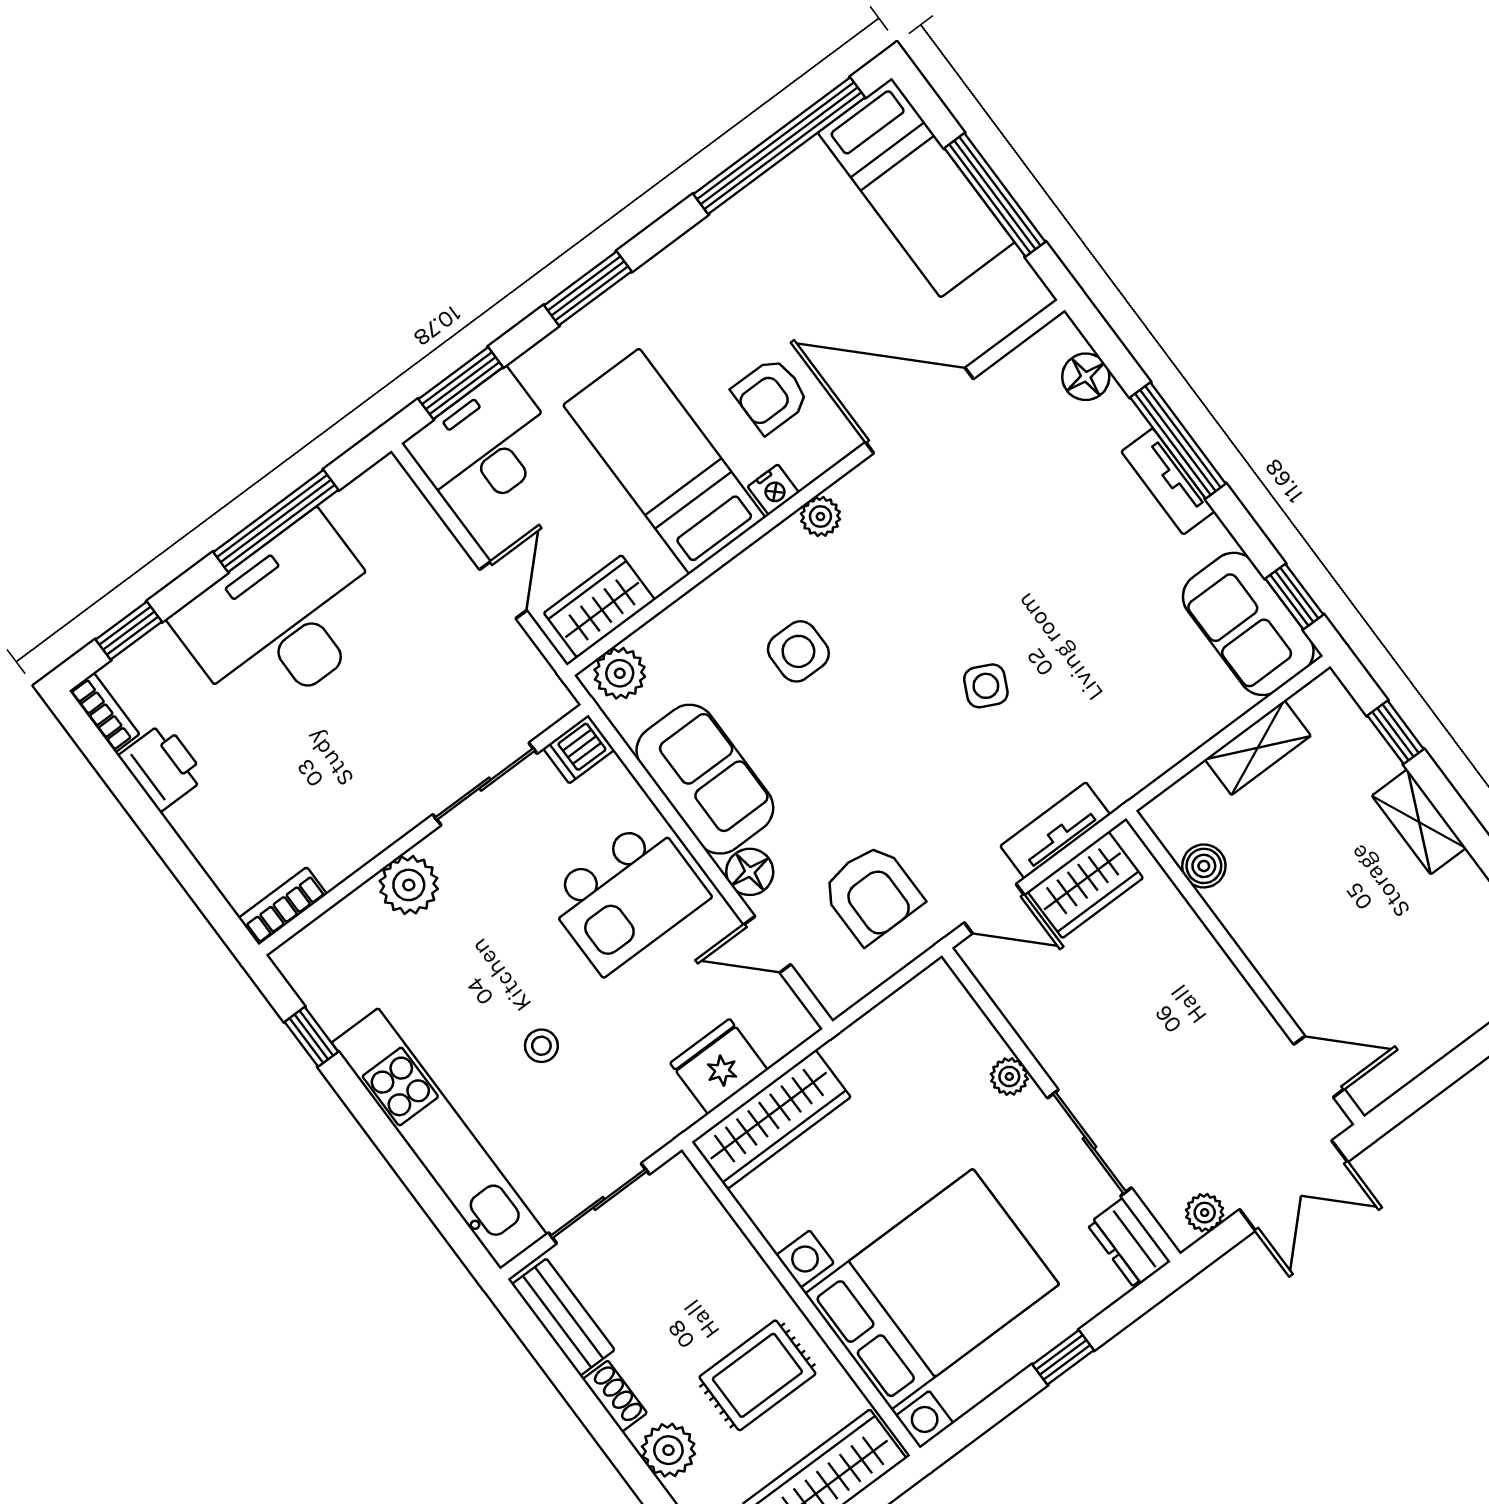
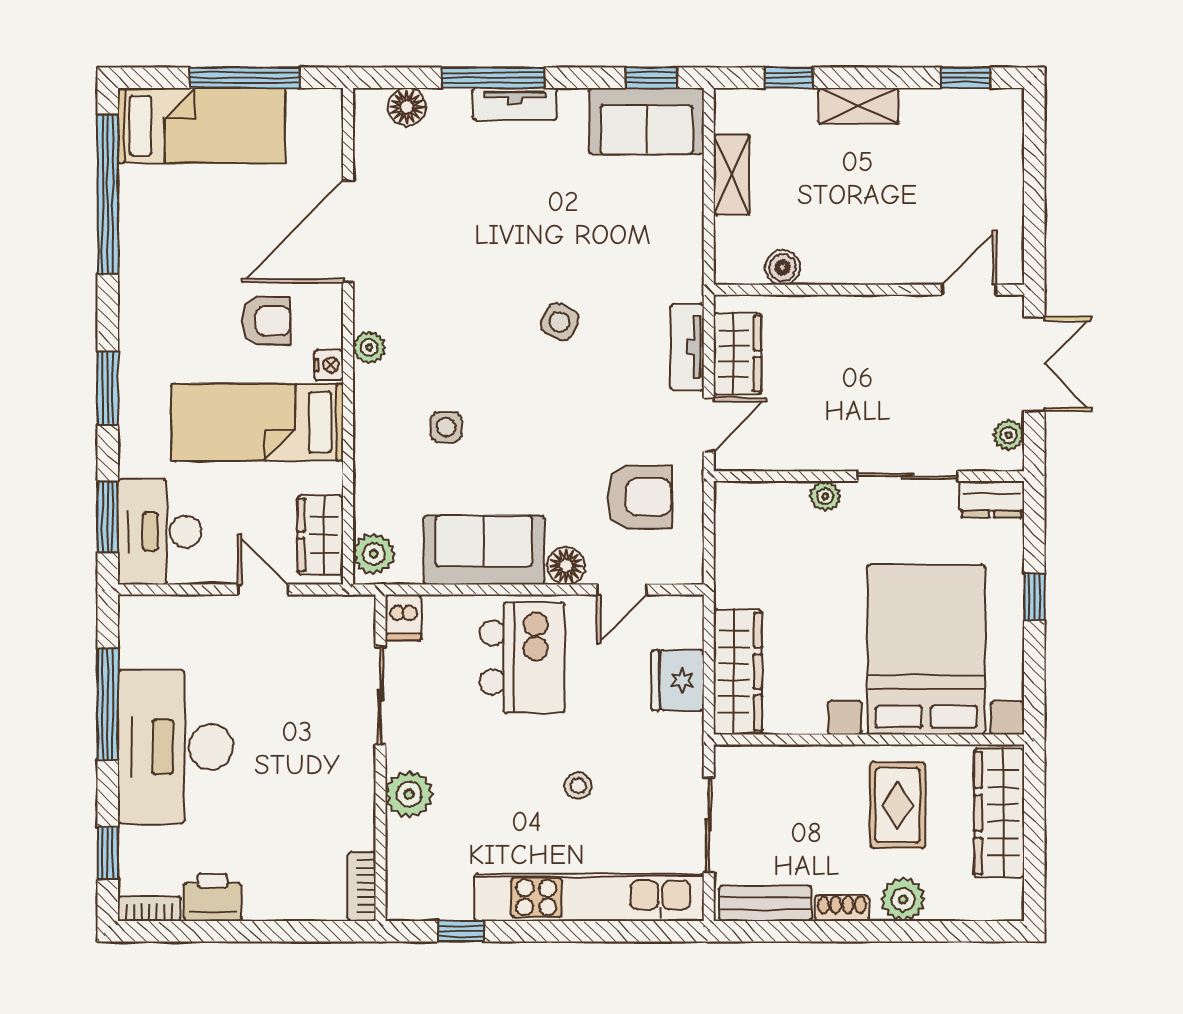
armchair: (771, 396) -> (266, 321), turned -90
side table: (798, 651) -> (446, 427), width x0.73, depth x0.73

